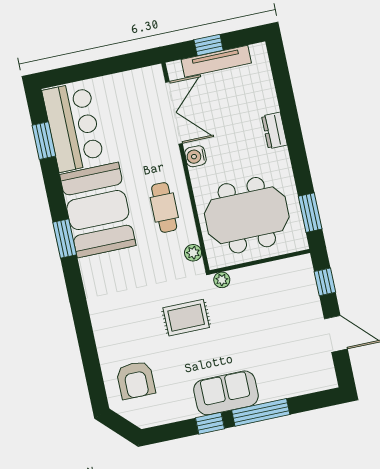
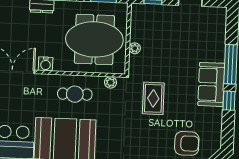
meeting table: (247, 215) -> (94, 39), turned 90
plant: (222, 280) -> (135, 48), moved

